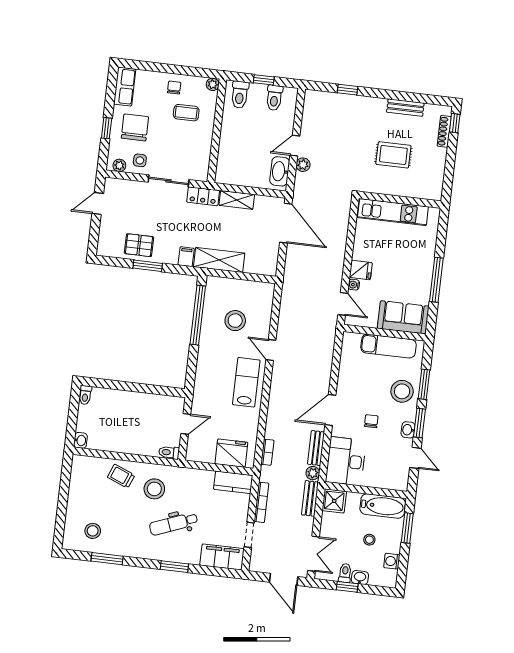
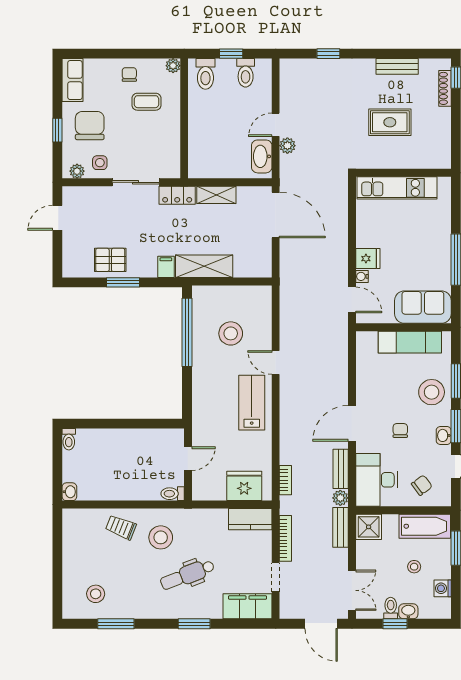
chair: (384, 470) -> (422, 485), added

